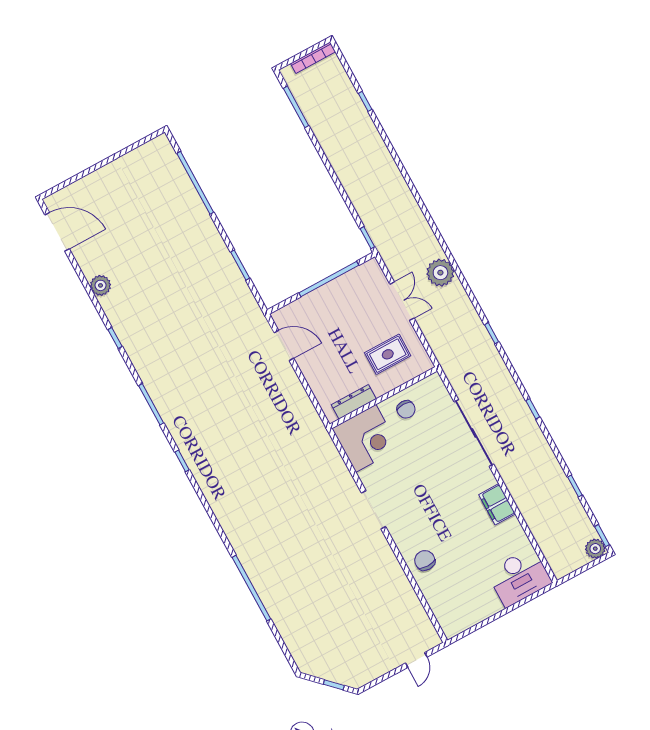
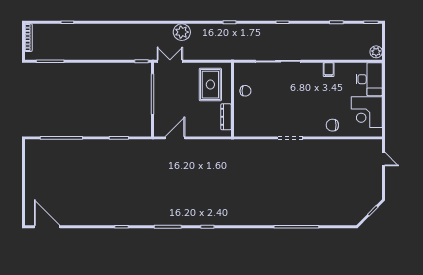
door: (57, 232) -> (47, 227), hinge flipped
plant: (101, 285) -> (89, 219), removed
double door: (402, 301) -> (170, 61), moved
rug: (388, 354) -> (210, 85), width x1.36, depth x1.43
corner desk: (366, 438) -> (367, 112), moved, turned 180
filing cabinet: (497, 504) -> (329, 70), width x0.50
plant: (595, 549) -> (376, 52), moved

